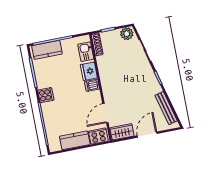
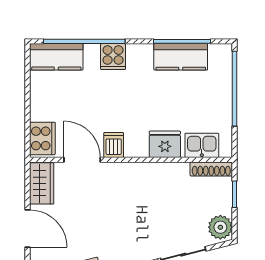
kitchen counter: (47, 50) -> (181, 57), moved, turned -90
dishwasher: (92, 85) -> (114, 145), moved
cooker: (46, 95) -> (113, 57), moved
kitchen counter: (75, 140) -> (56, 57), moved, turned 90

